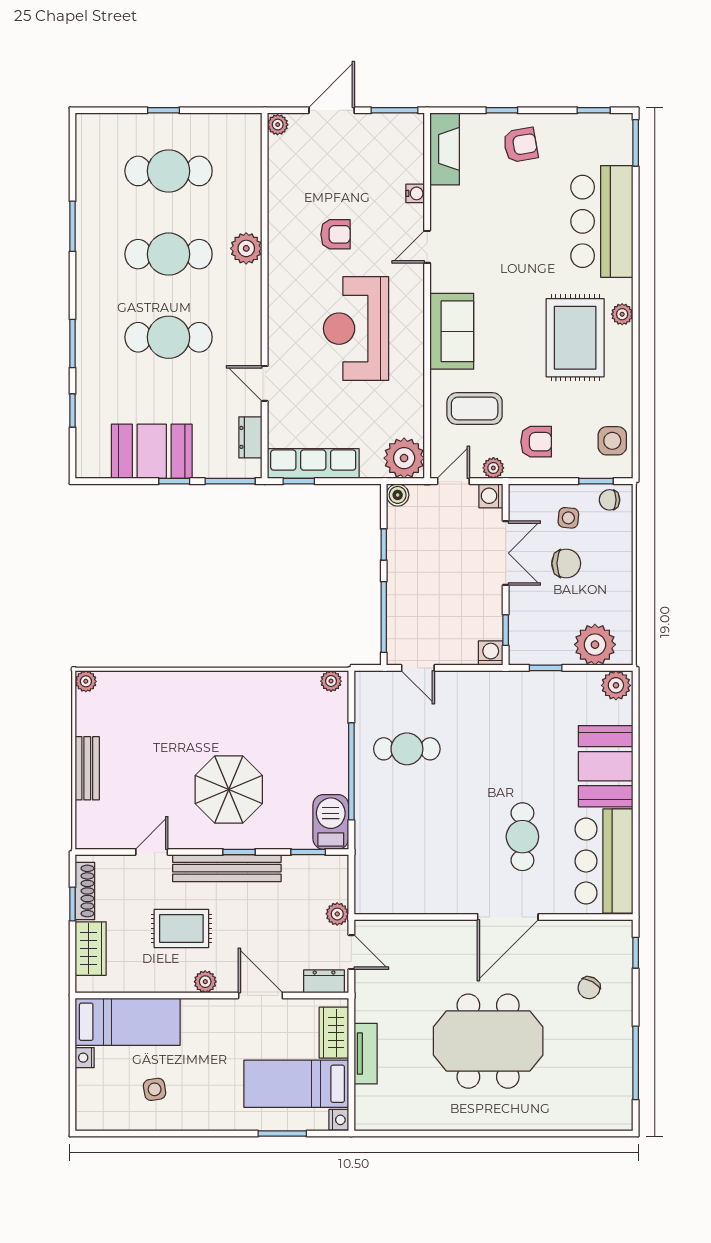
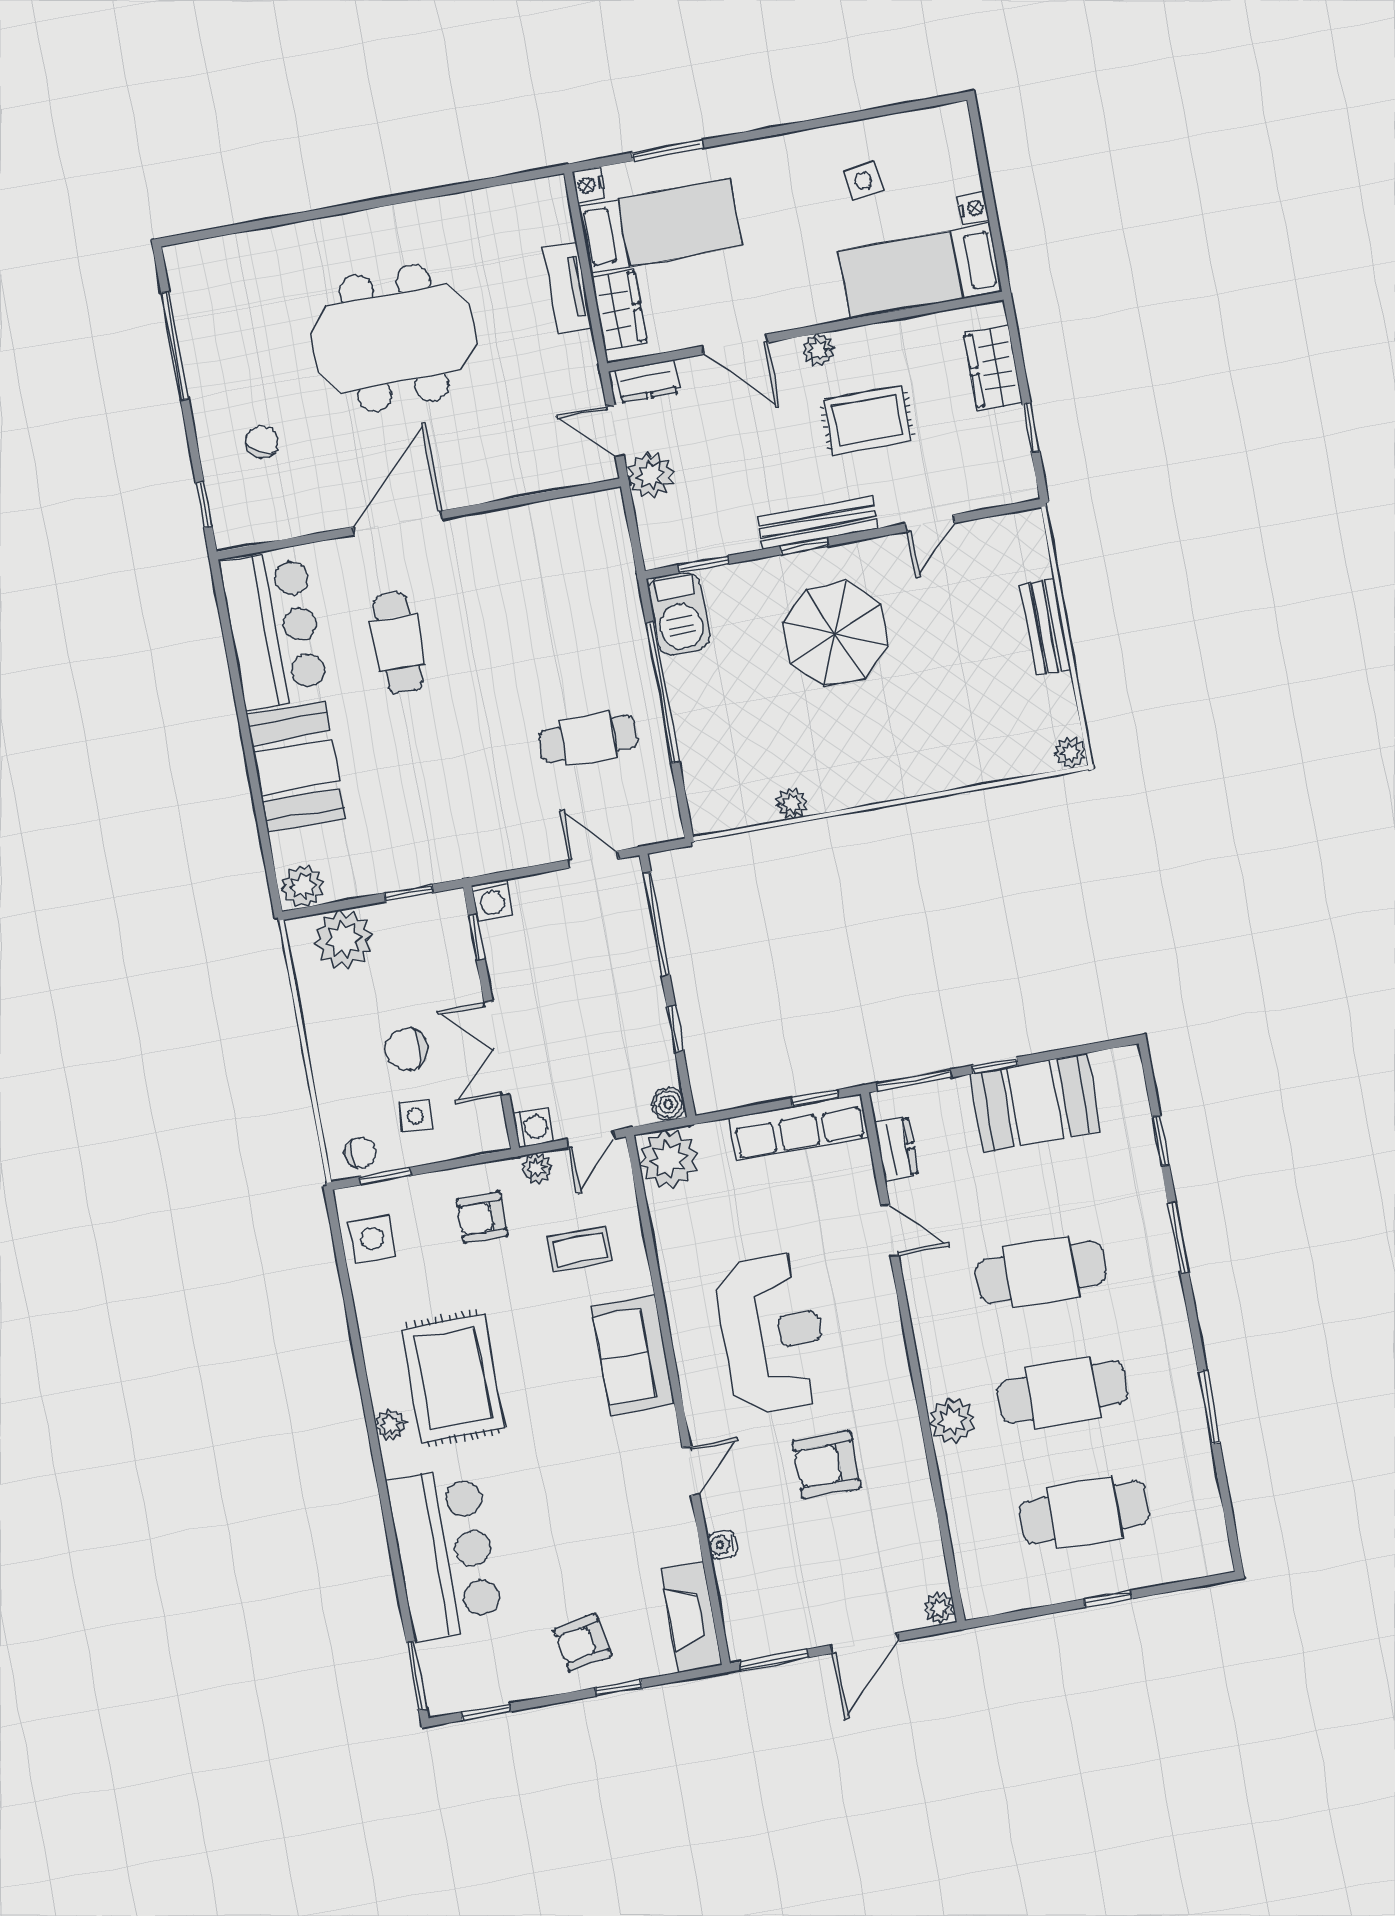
armchair: (336, 234) -> (826, 1465), width x1.38, depth x1.38
coffee table: (475, 409) -> (580, 1249), width x0.73, depth x0.77
plant: (331, 681) -> (792, 804), moved
bench: (227, 868) -> (818, 523), width x0.73, depth x0.82
shoe rack: (85, 891) -> (1016, 449), removed
plant: (337, 914) -> (650, 475), width x1.38, depth x1.38

